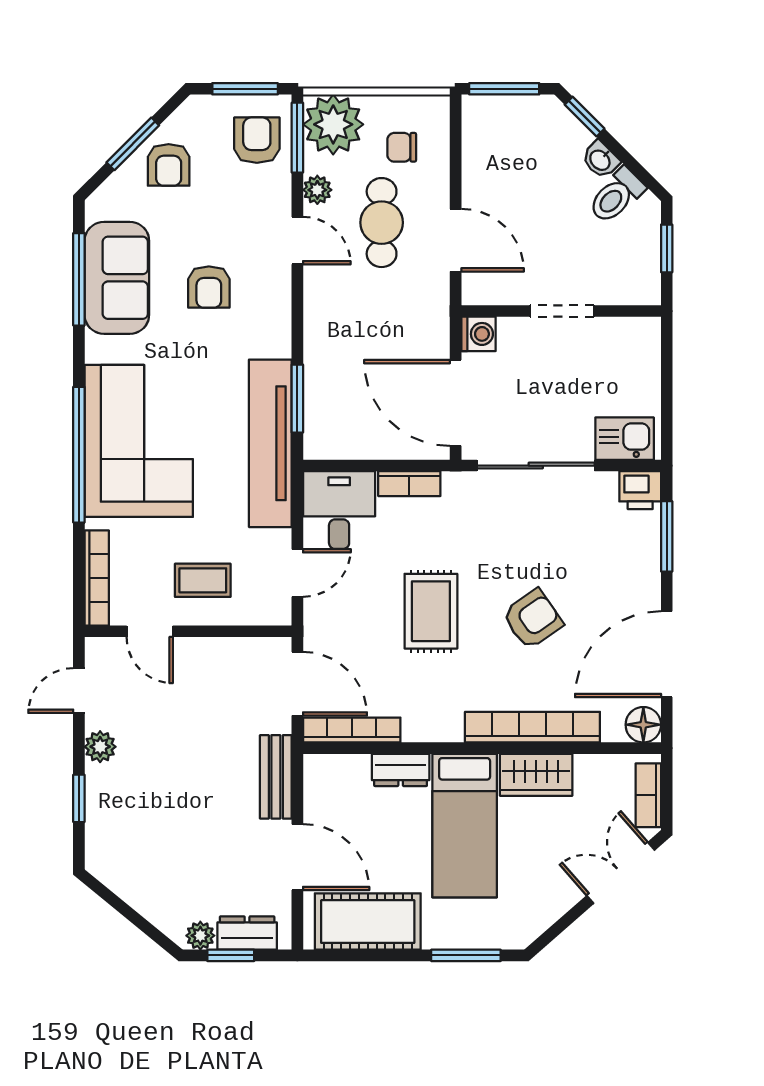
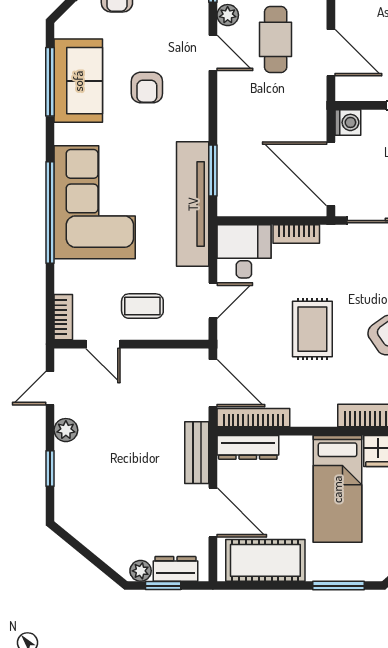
bookcase: (97, 578) -> (63, 317), width x0.64
dresser: (401, 770) -> (248, 447), moved, width x1.44

